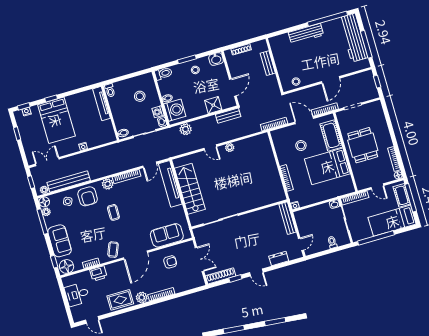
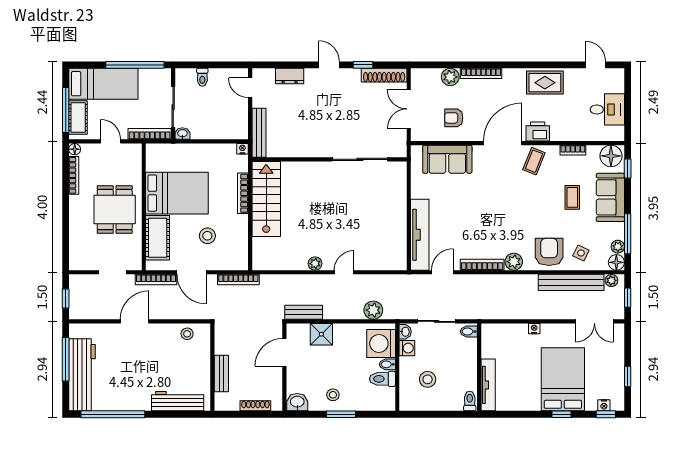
workbench: (306, 34) -> (178, 401), moved
toilet: (163, 74) -> (382, 379), moved
door: (210, 147) -> (344, 272), hinge flipped
stairs: (190, 189) -> (266, 199), moved, turned 180
coffee table: (113, 212) -> (572, 197), moved
door: (301, 244) -> (250, 88), hinge flipped
printer: (98, 274) -> (538, 132), moved
plant: (142, 297) -> (450, 77), moved

